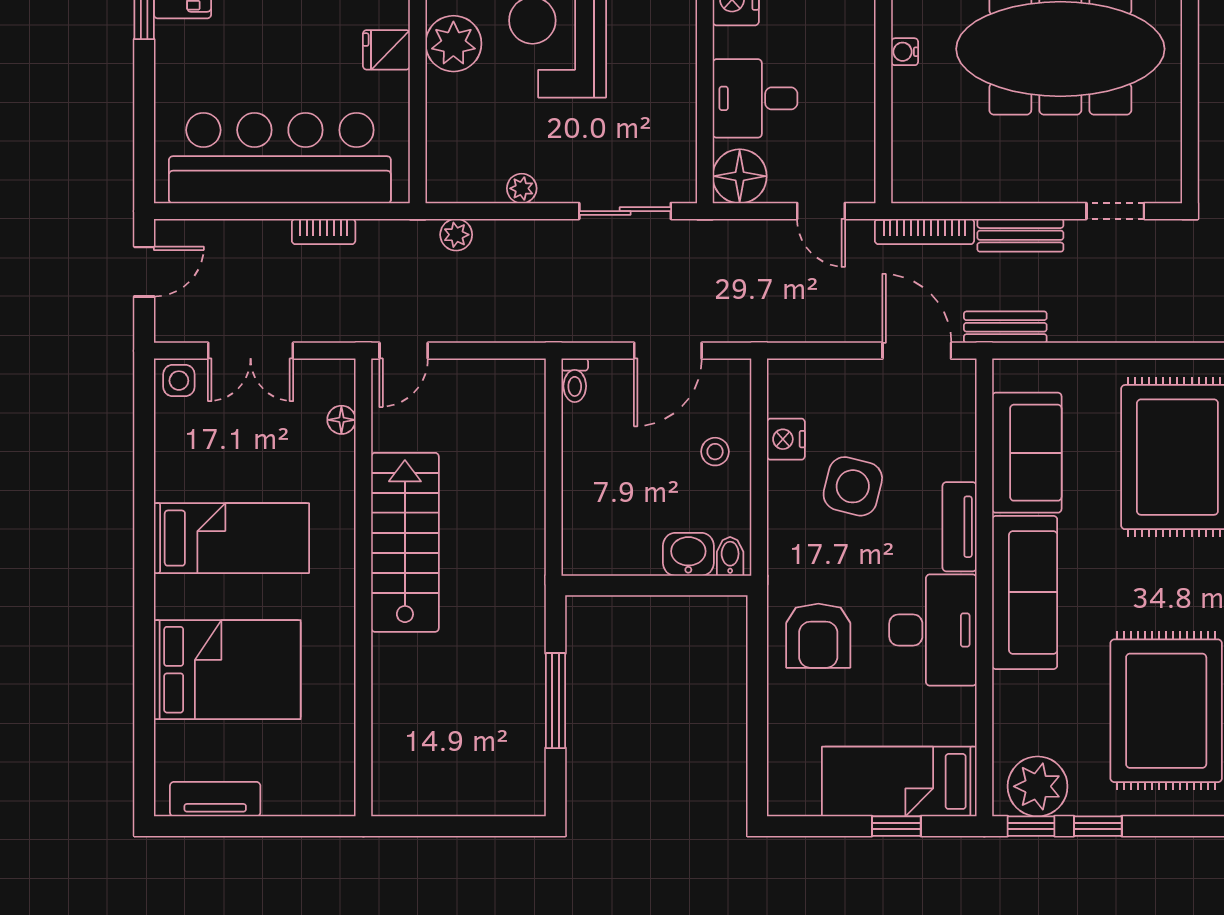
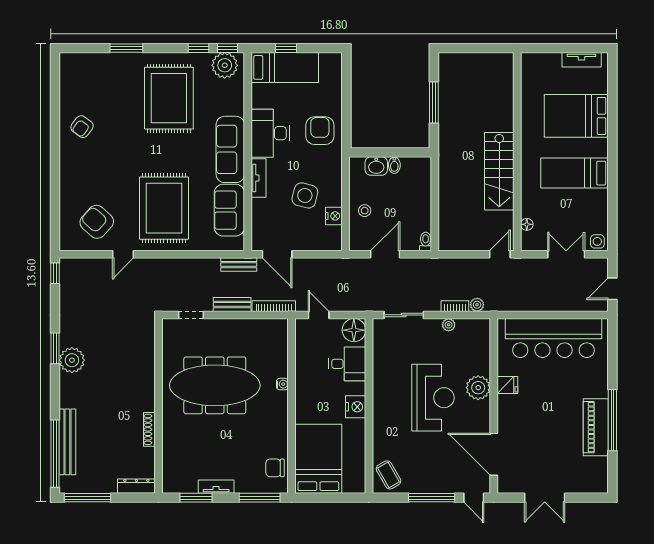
bookcase: (324, 232) -> (455, 306), moved
bidet: (730, 556) -> (394, 165), moved

